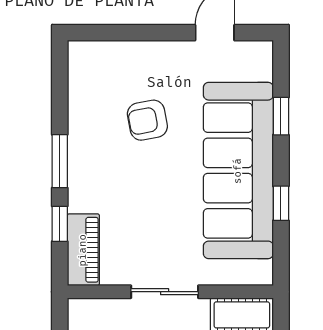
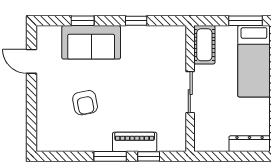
sofa: (238, 171) -> (91, 42), width x0.54, depth x0.79
piano: (83, 250) -> (135, 142), moved

